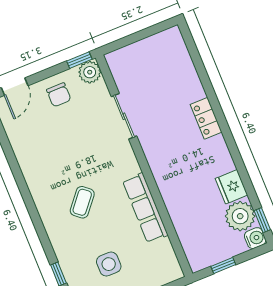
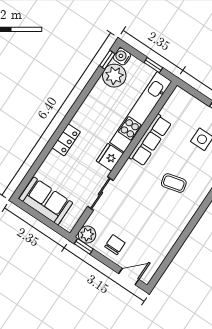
sofa: (155, 52) -> (46, 201), added
fridge: (231, 187) -> (110, 157), moved, turned 180
coffee table: (82, 202) -> (174, 183), turned 36
kitchen unit: (182, 218) -> (141, 112), added

